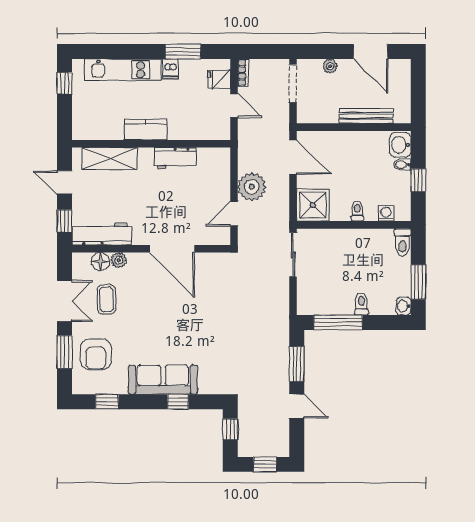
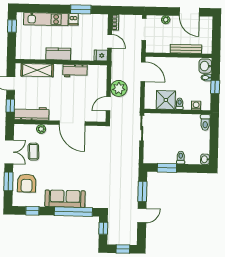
fridge: (219, 79) -> (101, 56), moved
shower: (313, 205) -> (166, 100), moved
floor lamp: (100, 262) -> (30, 130), removed
window: (418, 282) -> (214, 146), removed
window: (338, 322) -> (167, 168), width x0.69
window: (178, 402) -> (73, 212), width x3.17
door: (297, 406) -> (142, 216), hinge flipped

